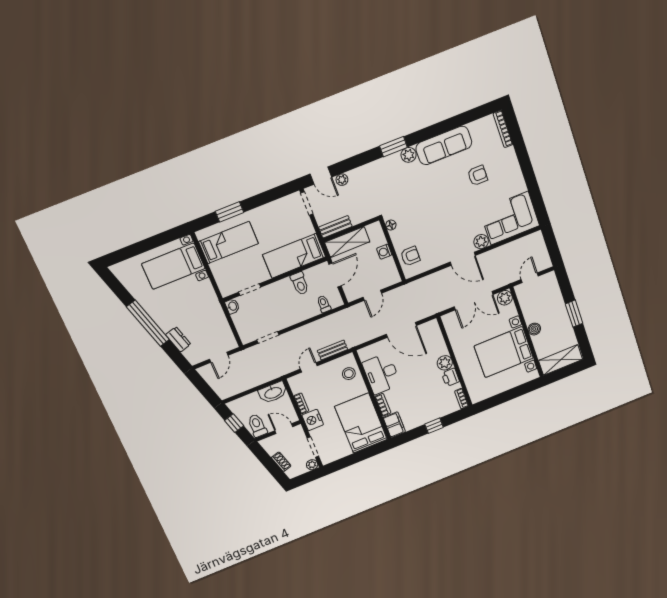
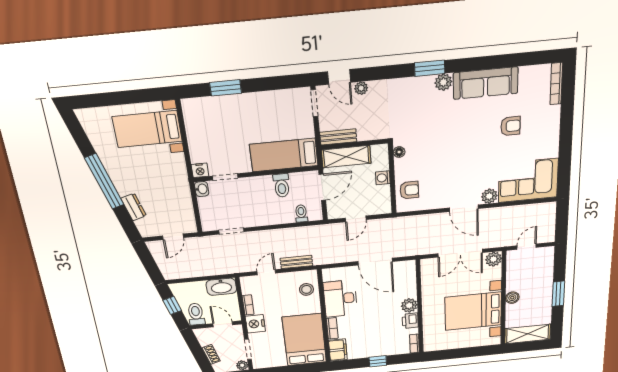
bed: (228, 243) -> (215, 121), removed
nightstand: (227, 290) -> (200, 170), added

